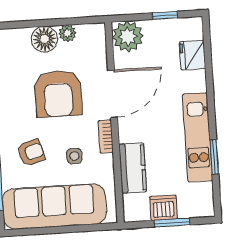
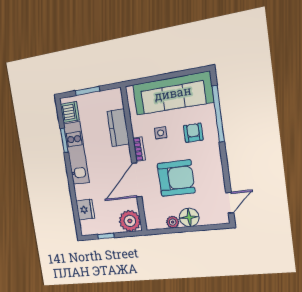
armchair: (58, 94) -> (176, 178), turned 90
armchair: (31, 153) -> (193, 133), turned 106
dishwasher: (163, 208) -> (70, 112), moved, turned -90

